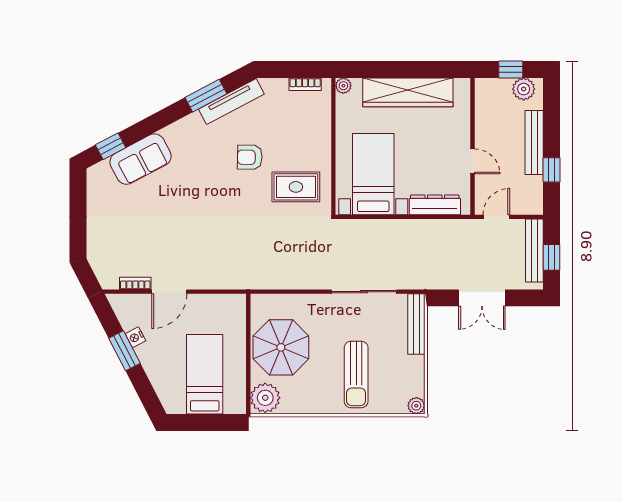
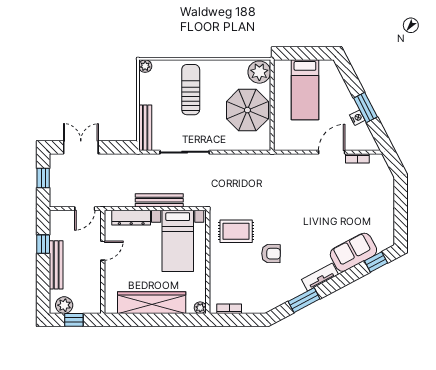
tv unit: (231, 102) -> (320, 277), moved, width x0.71
door: (473, 161) -> (103, 251), swing flipped
bench: (534, 250) -> (159, 200), moved, turned 90
double door: (482, 298) -> (81, 147), moved

